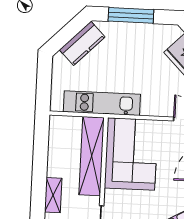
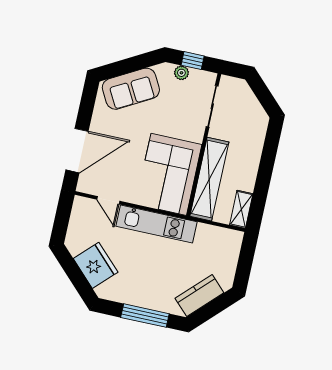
kitchen unit: (102, 103) -> (157, 224), moved
shelving: (53, 195) -> (241, 209), moved

